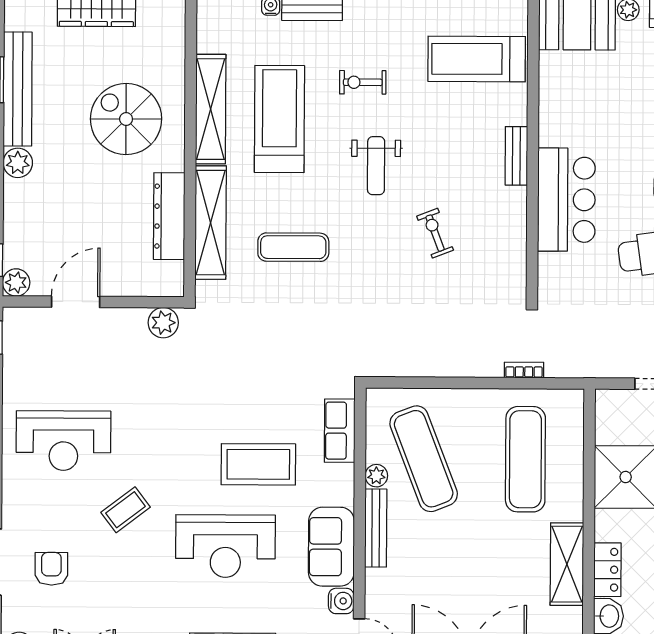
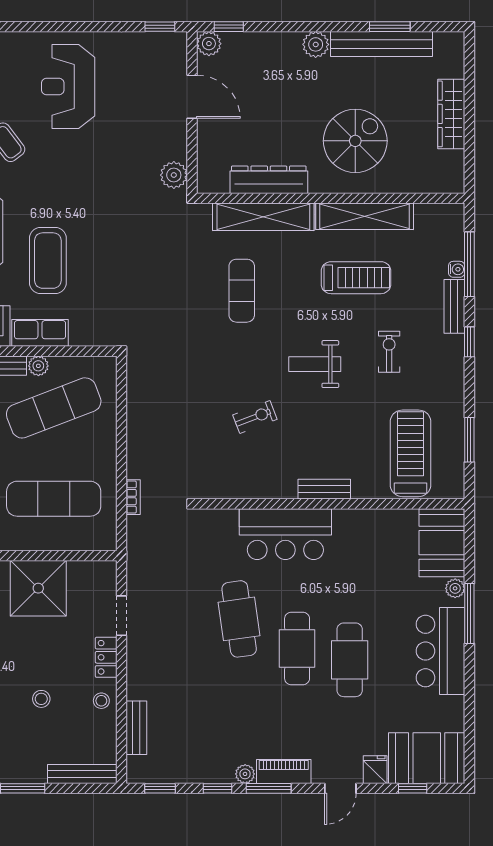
treadmill: (279, 119) -> (356, 278), width x0.73, depth x0.73
row of seats: (340, 431) -> (40, 333), moved

